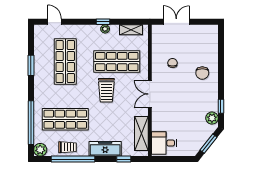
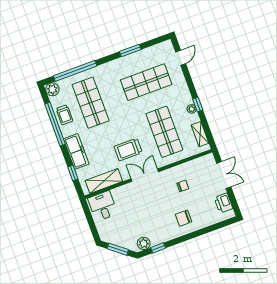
printer: (202, 31) -> (223, 203), added
trolley: (106, 90) -> (128, 150), moved

